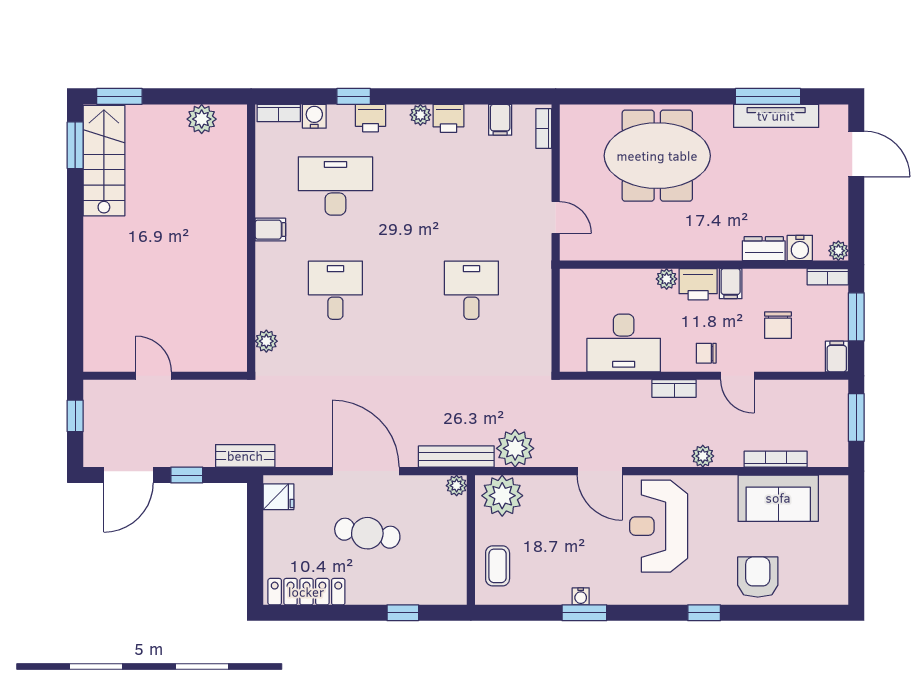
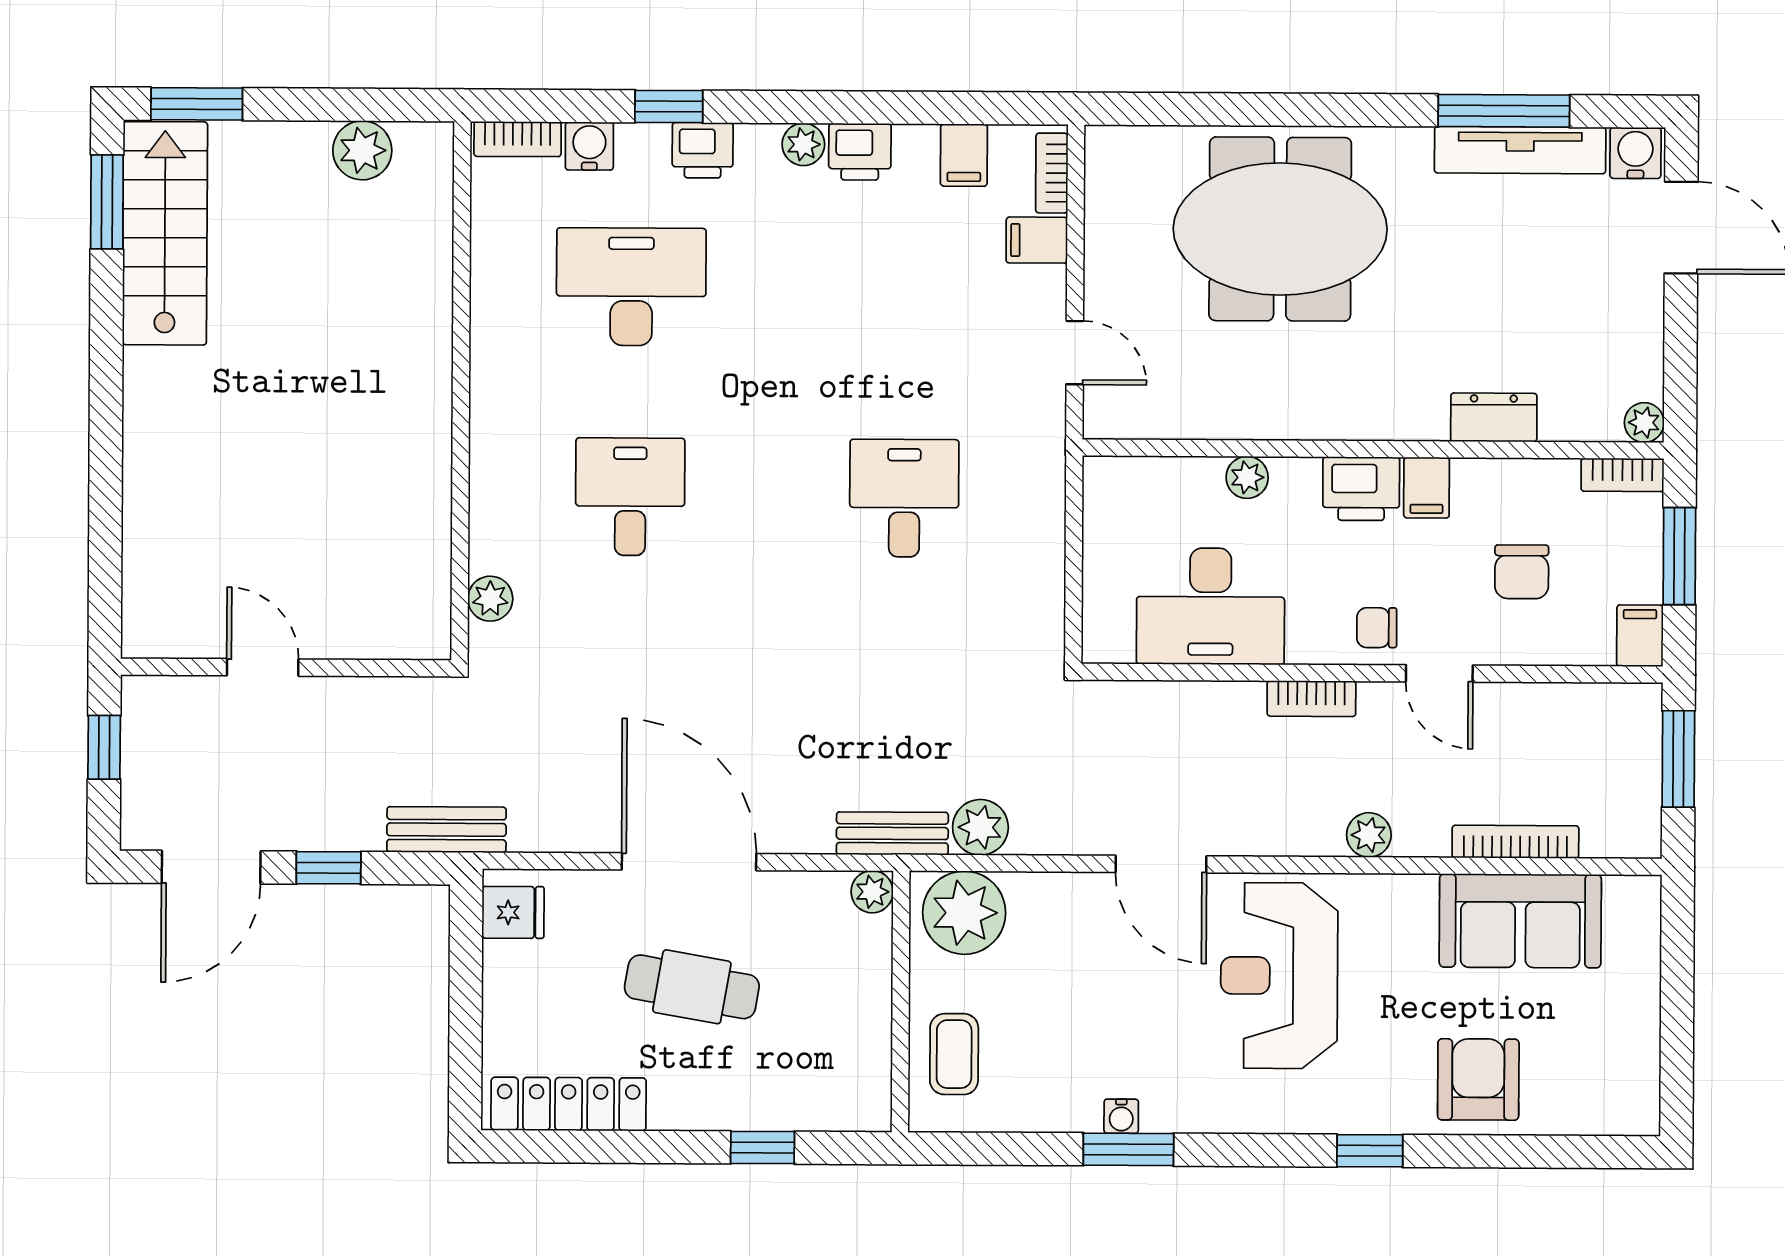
filing cabinet: (270, 230) -> (1037, 240), moved, turned 180
water cooler: (800, 248) -> (1635, 153), moved, turned 180
plant: (667, 279) -> (1247, 477), moved
plant: (515, 448) -> (980, 827), width x0.73, depth x0.73
bench: (456, 457) -> (892, 833), width x0.73

